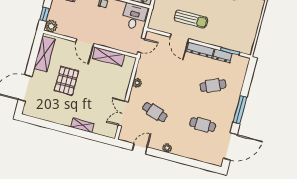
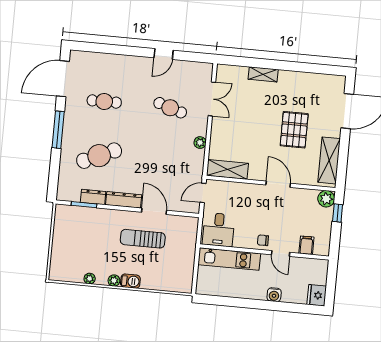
shelving: (108, 57) -> (227, 169), moved
cafe table: (213, 85) -> (99, 156), width x1.37, depth x1.35
plant: (167, 148) -> (146, 63), removed
door: (140, 149) -> (164, 54), moved

